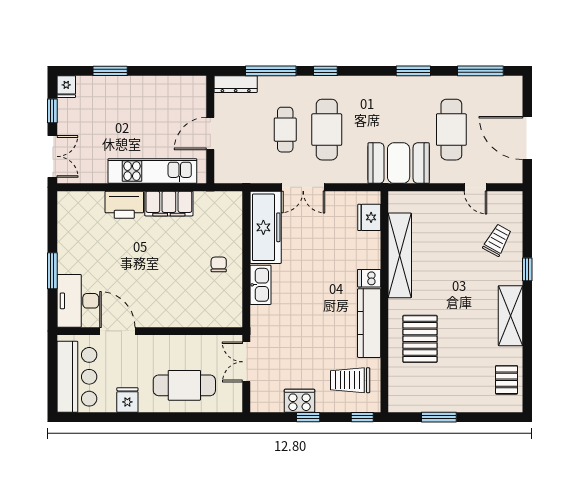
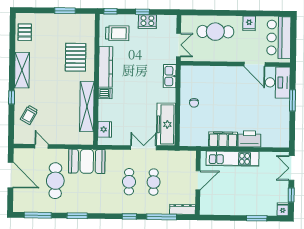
cafe table: (327, 130) -> (129, 182), width x0.73, depth x0.74
kitchen sink: (260, 285) -> (170, 76), moved

